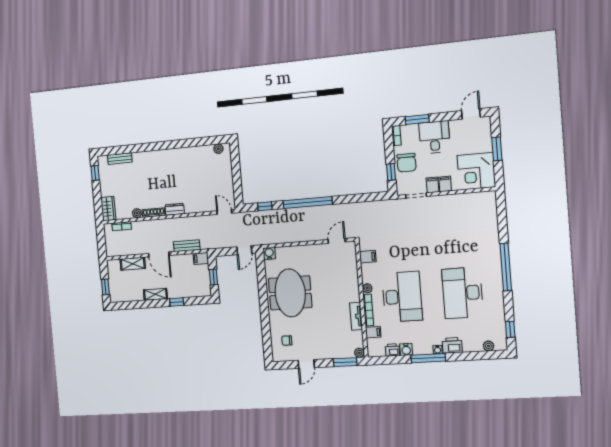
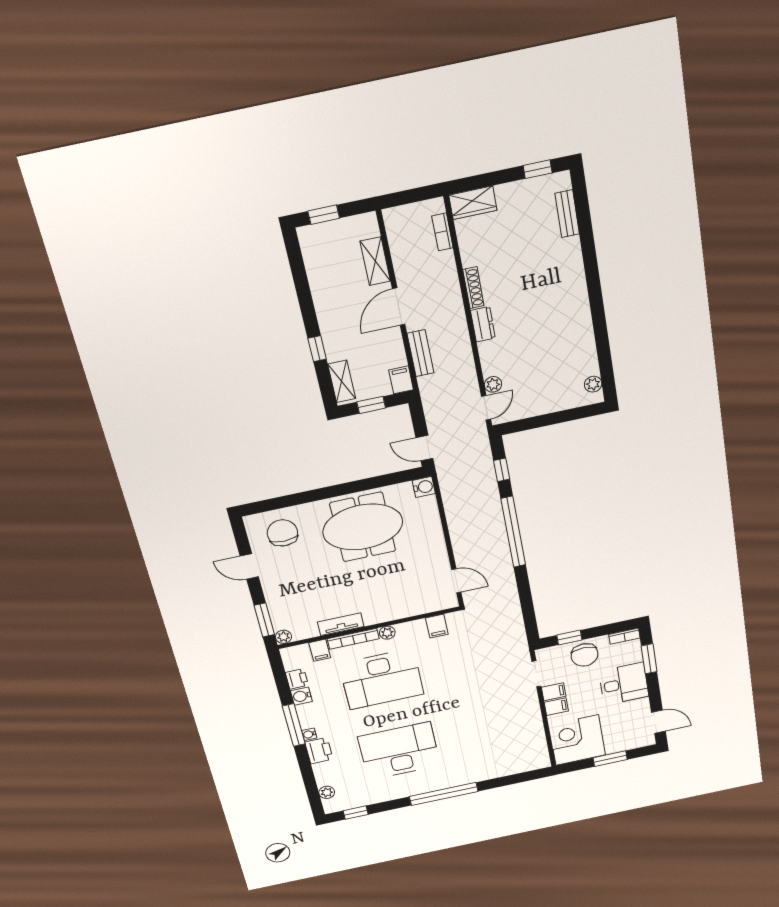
chair: (406, 163) -> (585, 655), turned -90
plant: (137, 213) -> (493, 384), moved
shelving: (155, 294) -> (342, 381), moved
chair: (287, 341) -> (282, 533), width x1.87, depth x1.87

